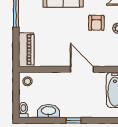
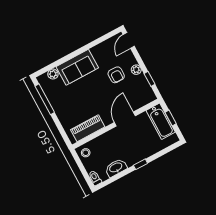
piano: (26, 50) -> (88, 128), moved, turned -90
door: (82, 69) -> (125, 119), hinge flipped

